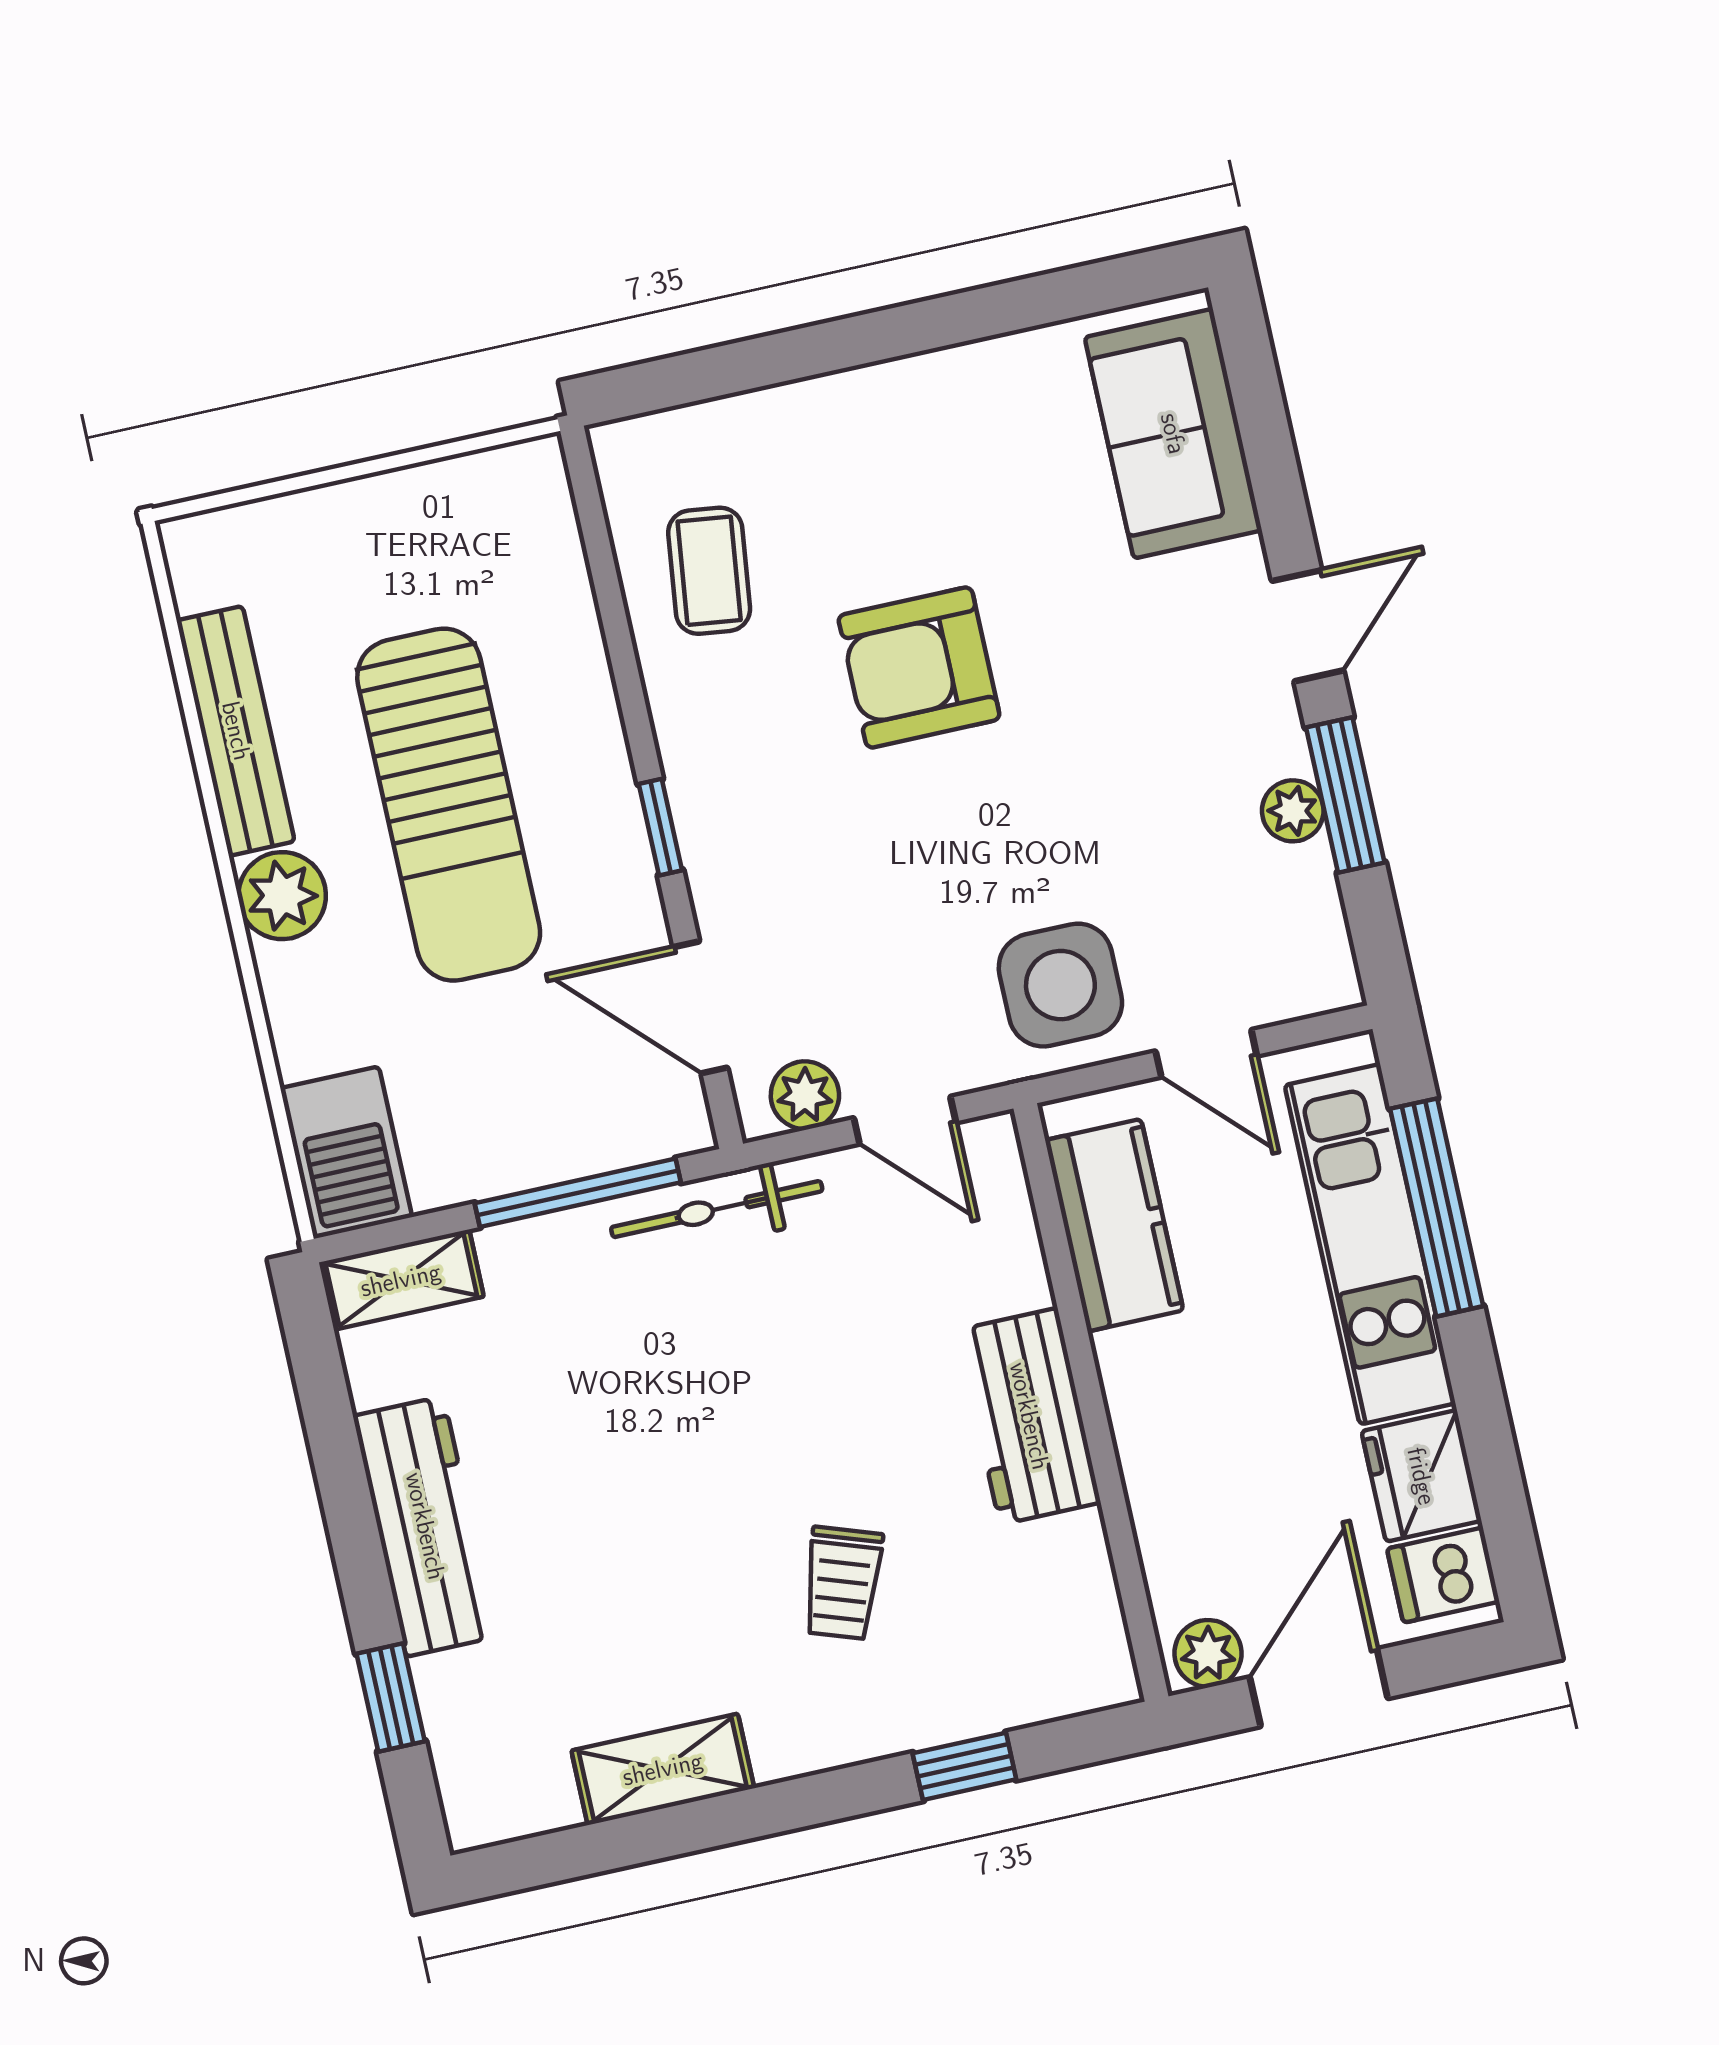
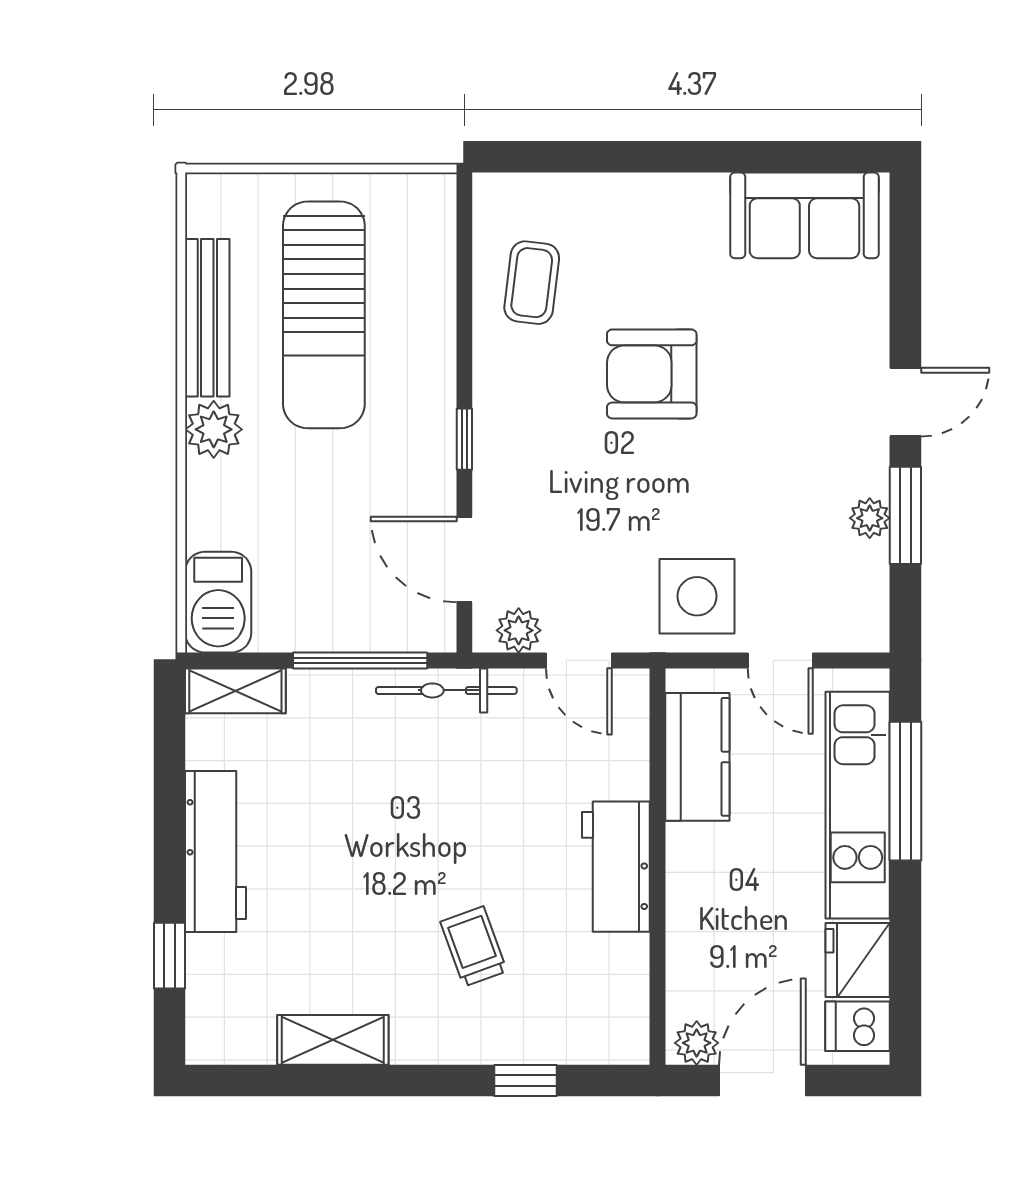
sofa: (1173, 434) -> (804, 215), moved, turned -90
sun lounger: (449, 805) -> (324, 315), moved
trolley: (842, 1583) -> (474, 946), turned 141

